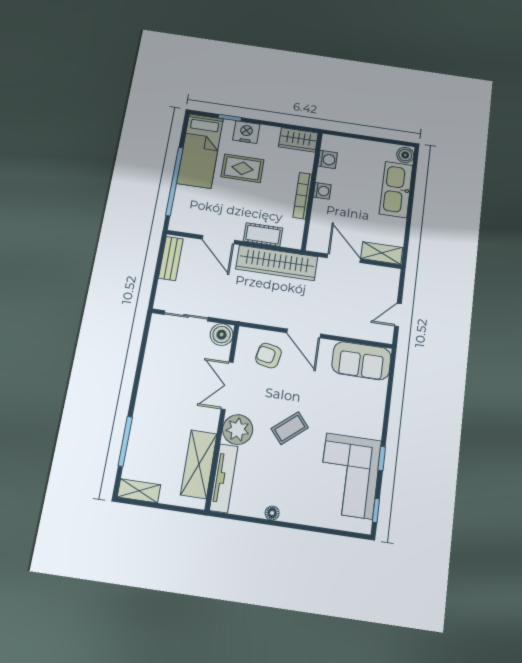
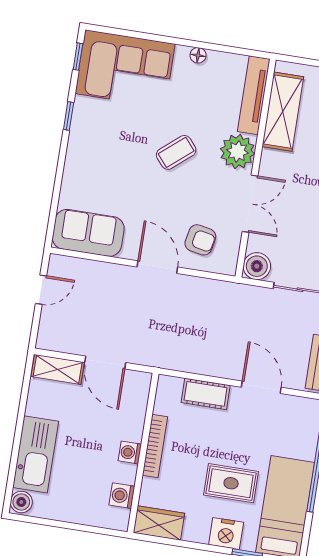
wardrobe: (277, 263) -> (189, 357), removed
corner sofa: (349, 476) -> (125, 69), moved, turned 90

